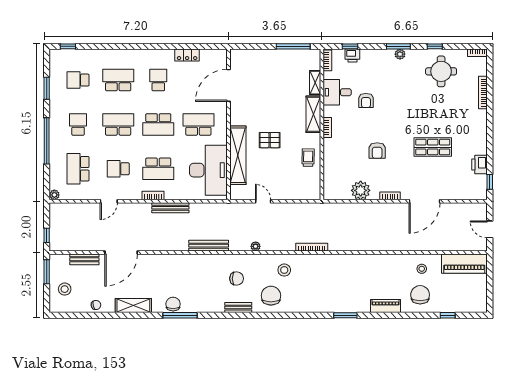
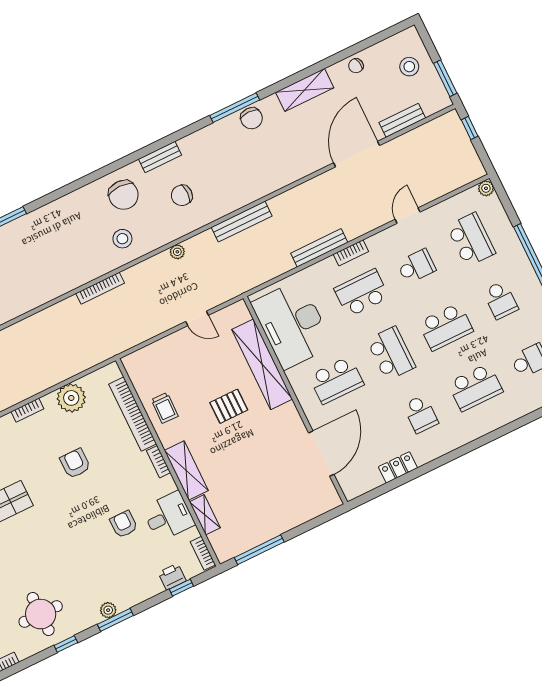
school desk: (158, 124) -> (391, 353), turned 90
bookcase: (329, 163) -> (133, 414), added

